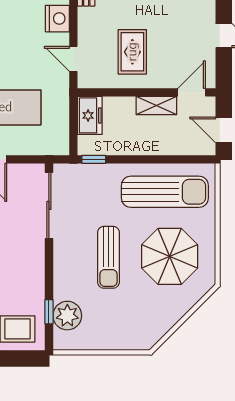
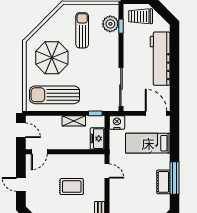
nightstand: (57, 19) -> (117, 123), moved, turned 90
rug: (132, 52) -> (72, 187), moved, turned 90
shelving: (156, 106) -> (74, 121), moved
sun lounger: (108, 257) -> (82, 30), moved

